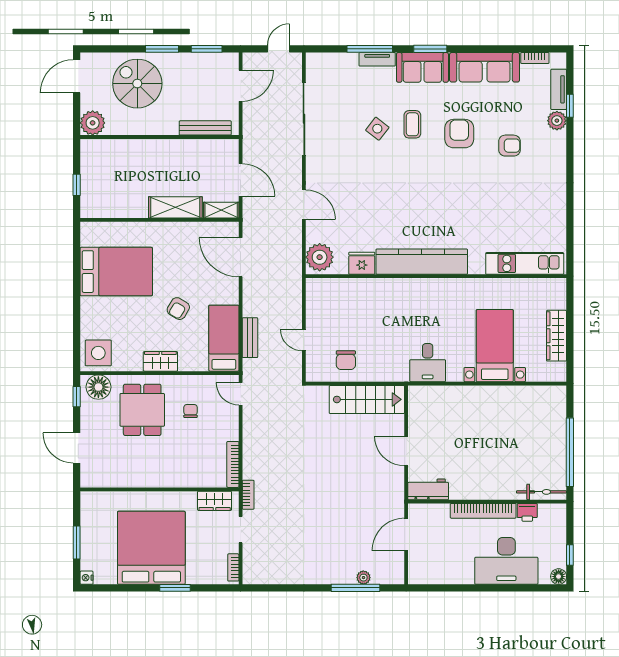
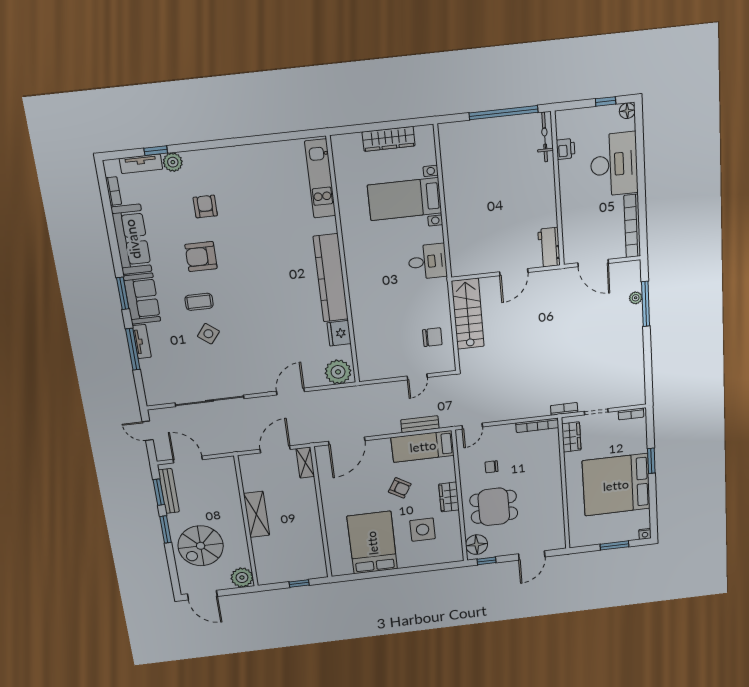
bench: (205, 128) -> (169, 491), moved
shelving: (175, 207) -> (256, 514), moved
side table: (98, 353) -> (423, 530), moved
bookcase: (483, 511) -> (632, 226), moved, turned 180

